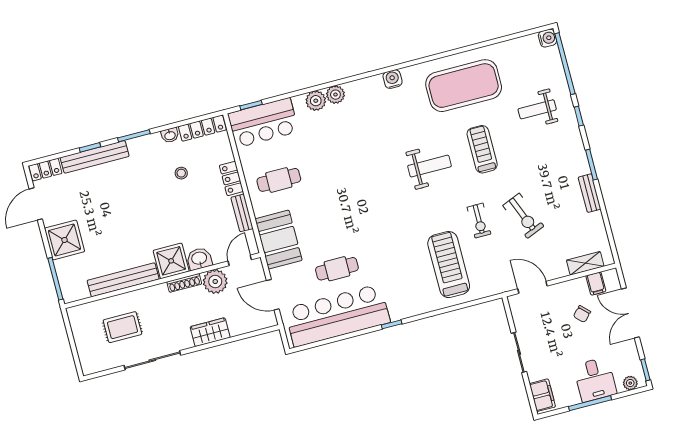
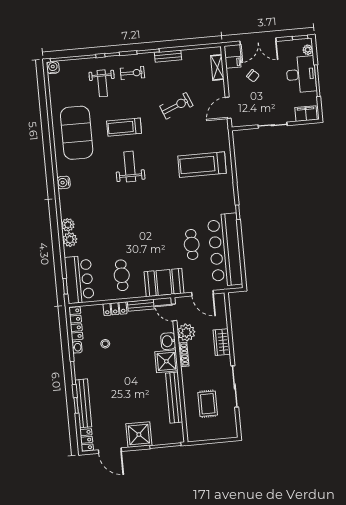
exercise bike: (479, 221) -> (132, 73), moved
door: (273, 295) -> (203, 293), hinge flipped
desk: (595, 380) -> (301, 74), width x1.37

